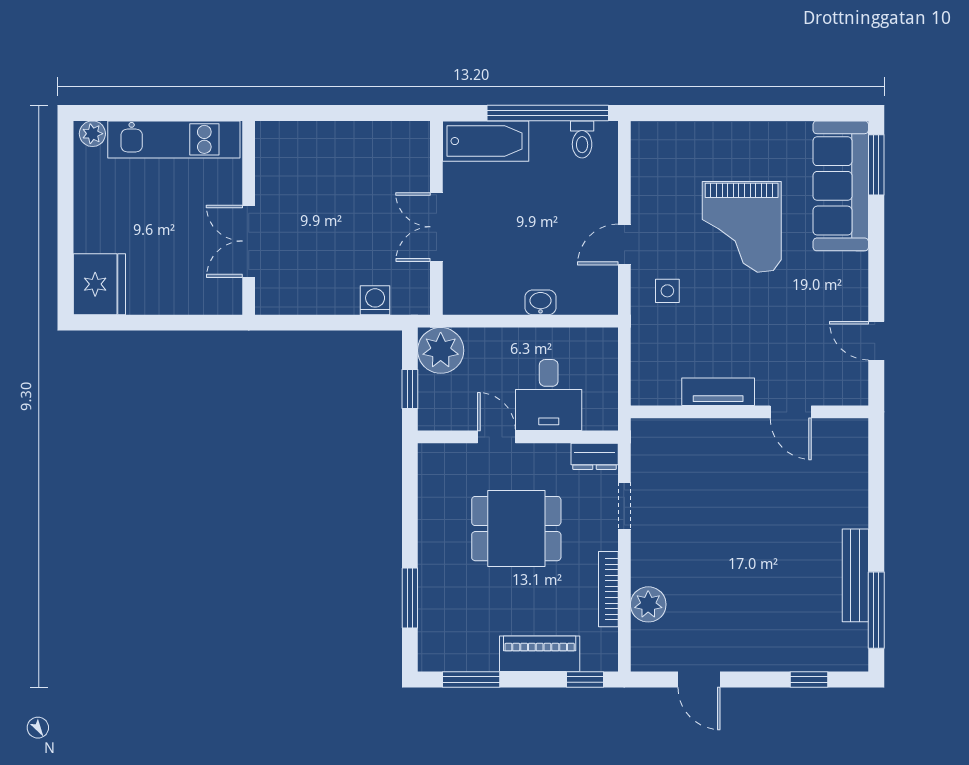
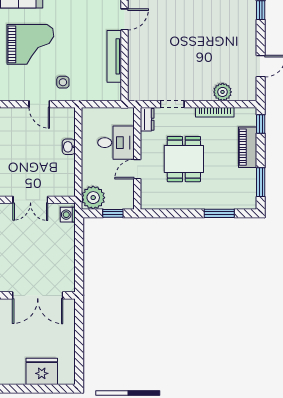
double door: (249, 241) -> (38, 295), width x1.37
fridge: (99, 284) -> (42, 371), moved
washing machine: (375, 300) -> (68, 215), moved
tv unit: (718, 392) -> (114, 56), width x1.41

